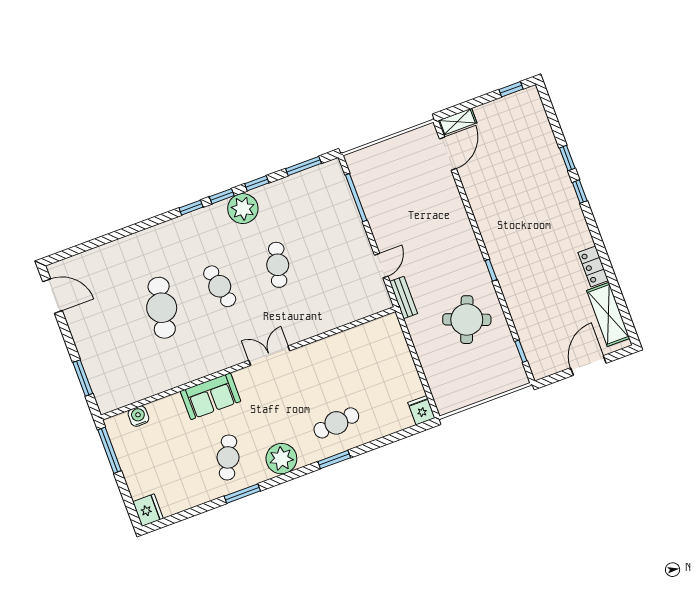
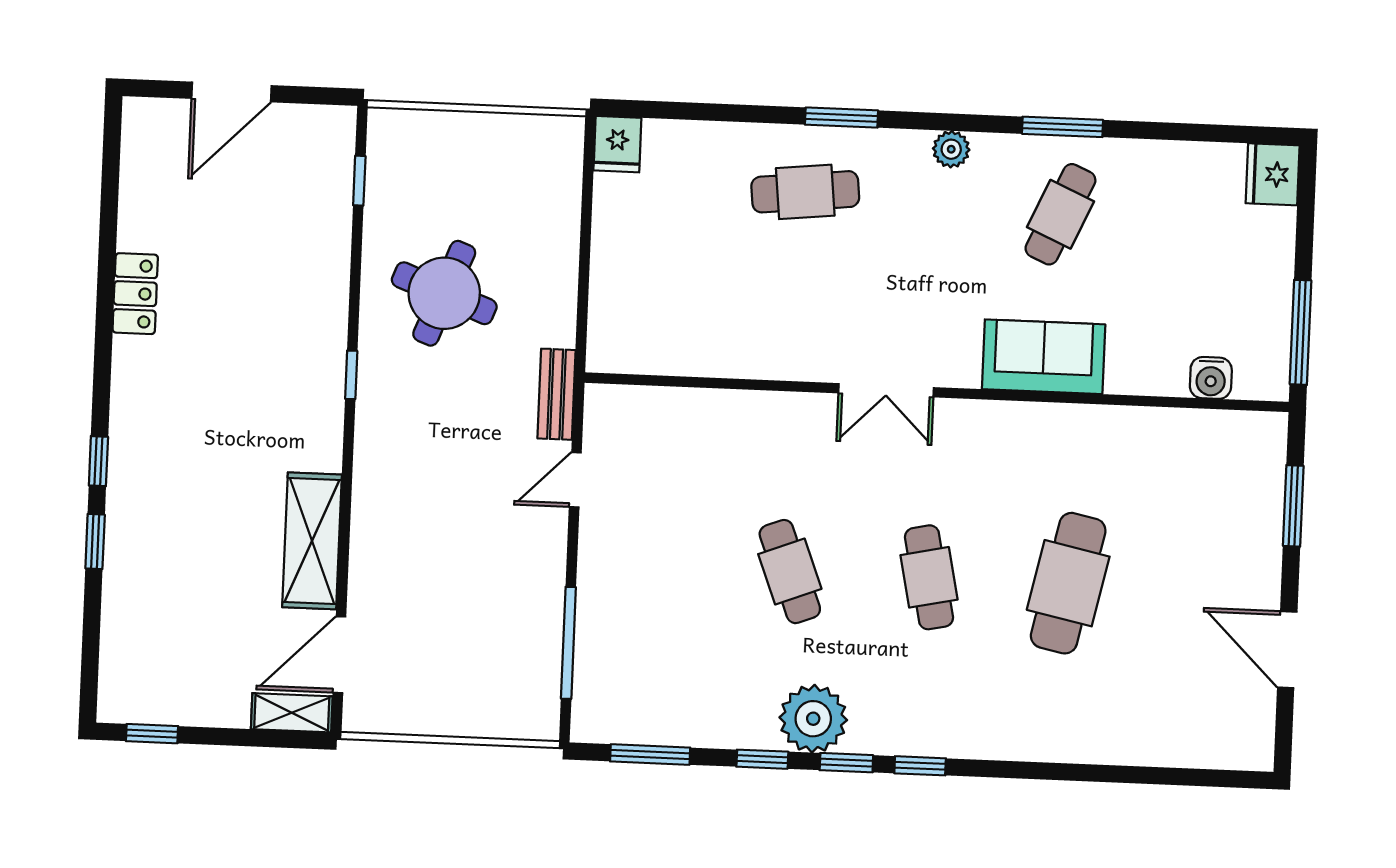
cafe table: (278, 265) -> (790, 572), turned -36
door: (52, 296) -> (1287, 650), moved
shelving: (608, 314) -> (312, 541), moved
plant: (281, 459) -> (951, 149), width x0.53, depth x0.53

